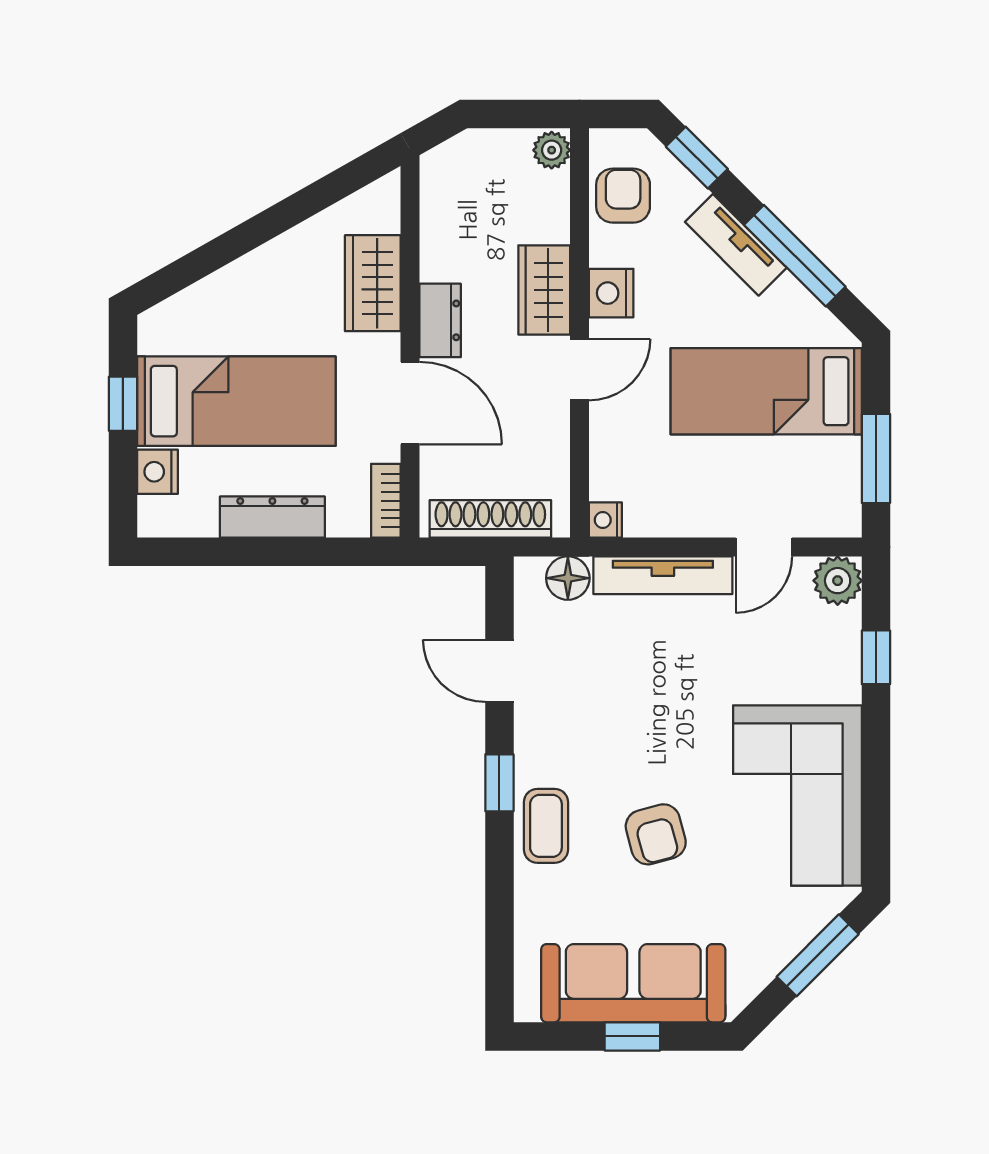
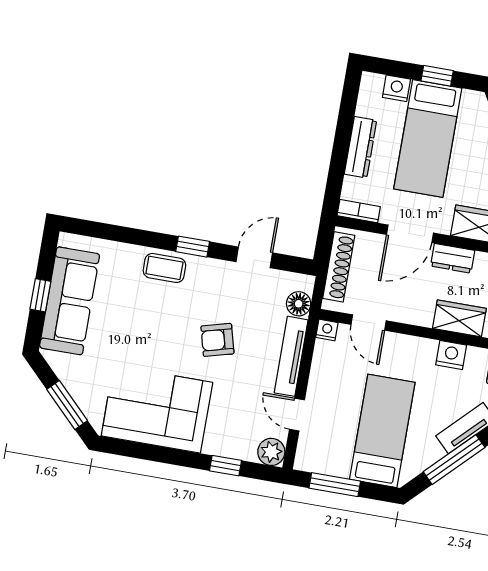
door: (579, 370) -> (369, 323), moved
armchair: (656, 834) -> (217, 340), moved

